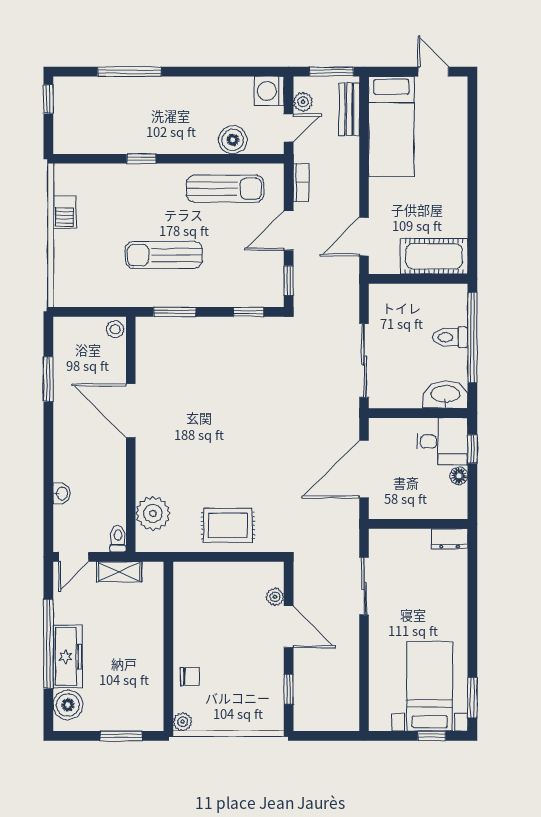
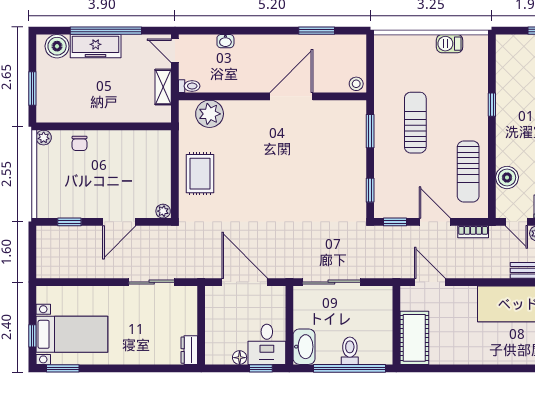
plant: (275, 597) -> (163, 211), moved

